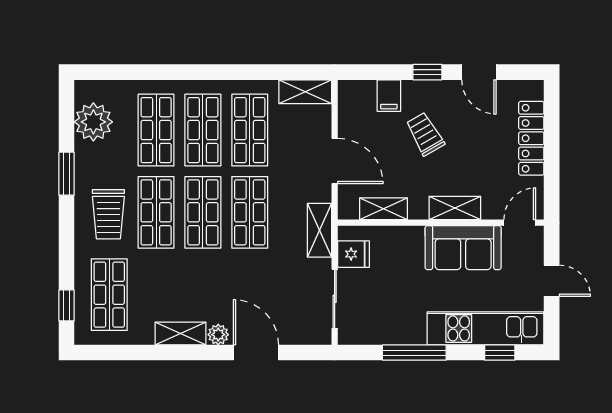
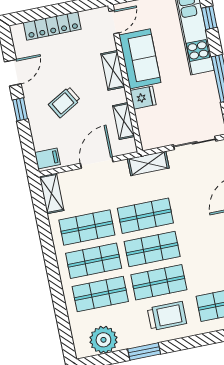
filing cabinet: (389, 96) -> (47, 158), moved
door: (520, 223) -> (114, 22), swing flipped
fridge: (354, 254) -> (143, 98), moved, turned 90

